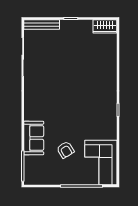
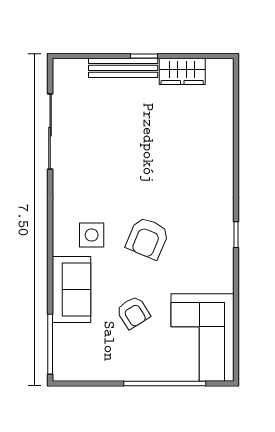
bench: (42, 25) -> (123, 68), moved
wardrobe: (105, 26) -> (182, 71), moved
side table: (44, 110) -> (92, 235), added
armchair: (73, 112) -> (147, 238), added

